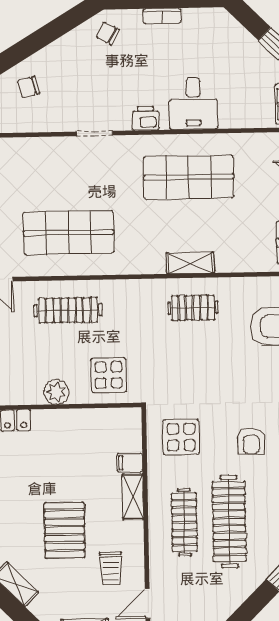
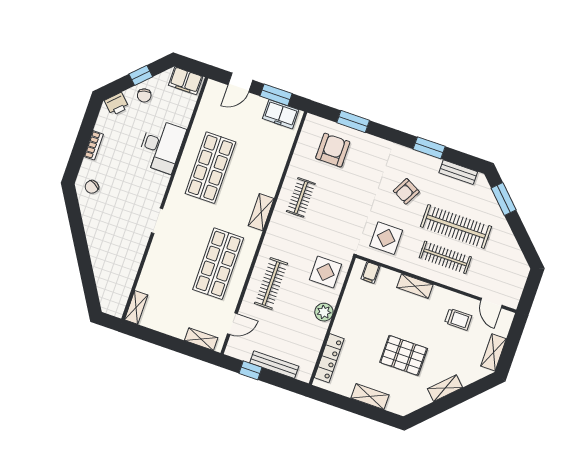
chair: (29, 87) -> (144, 95), moved
desk: (193, 103) -> (161, 146), width x1.37
printer: (146, 118) -> (117, 104), moved, turned -135
shelving: (190, 263) -> (261, 212), moved
armchair: (251, 441) -> (406, 191), turned 118
filing cabinet: (130, 463) -> (370, 273), moved
pallet: (65, 530) -> (404, 355), moved

